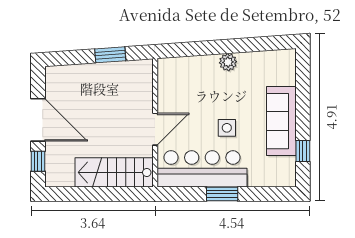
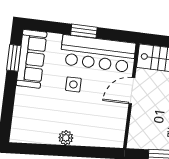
sofa: (281, 121) -> (32, 59), moved
window: (303, 151) -> (14, 58), width x1.50

